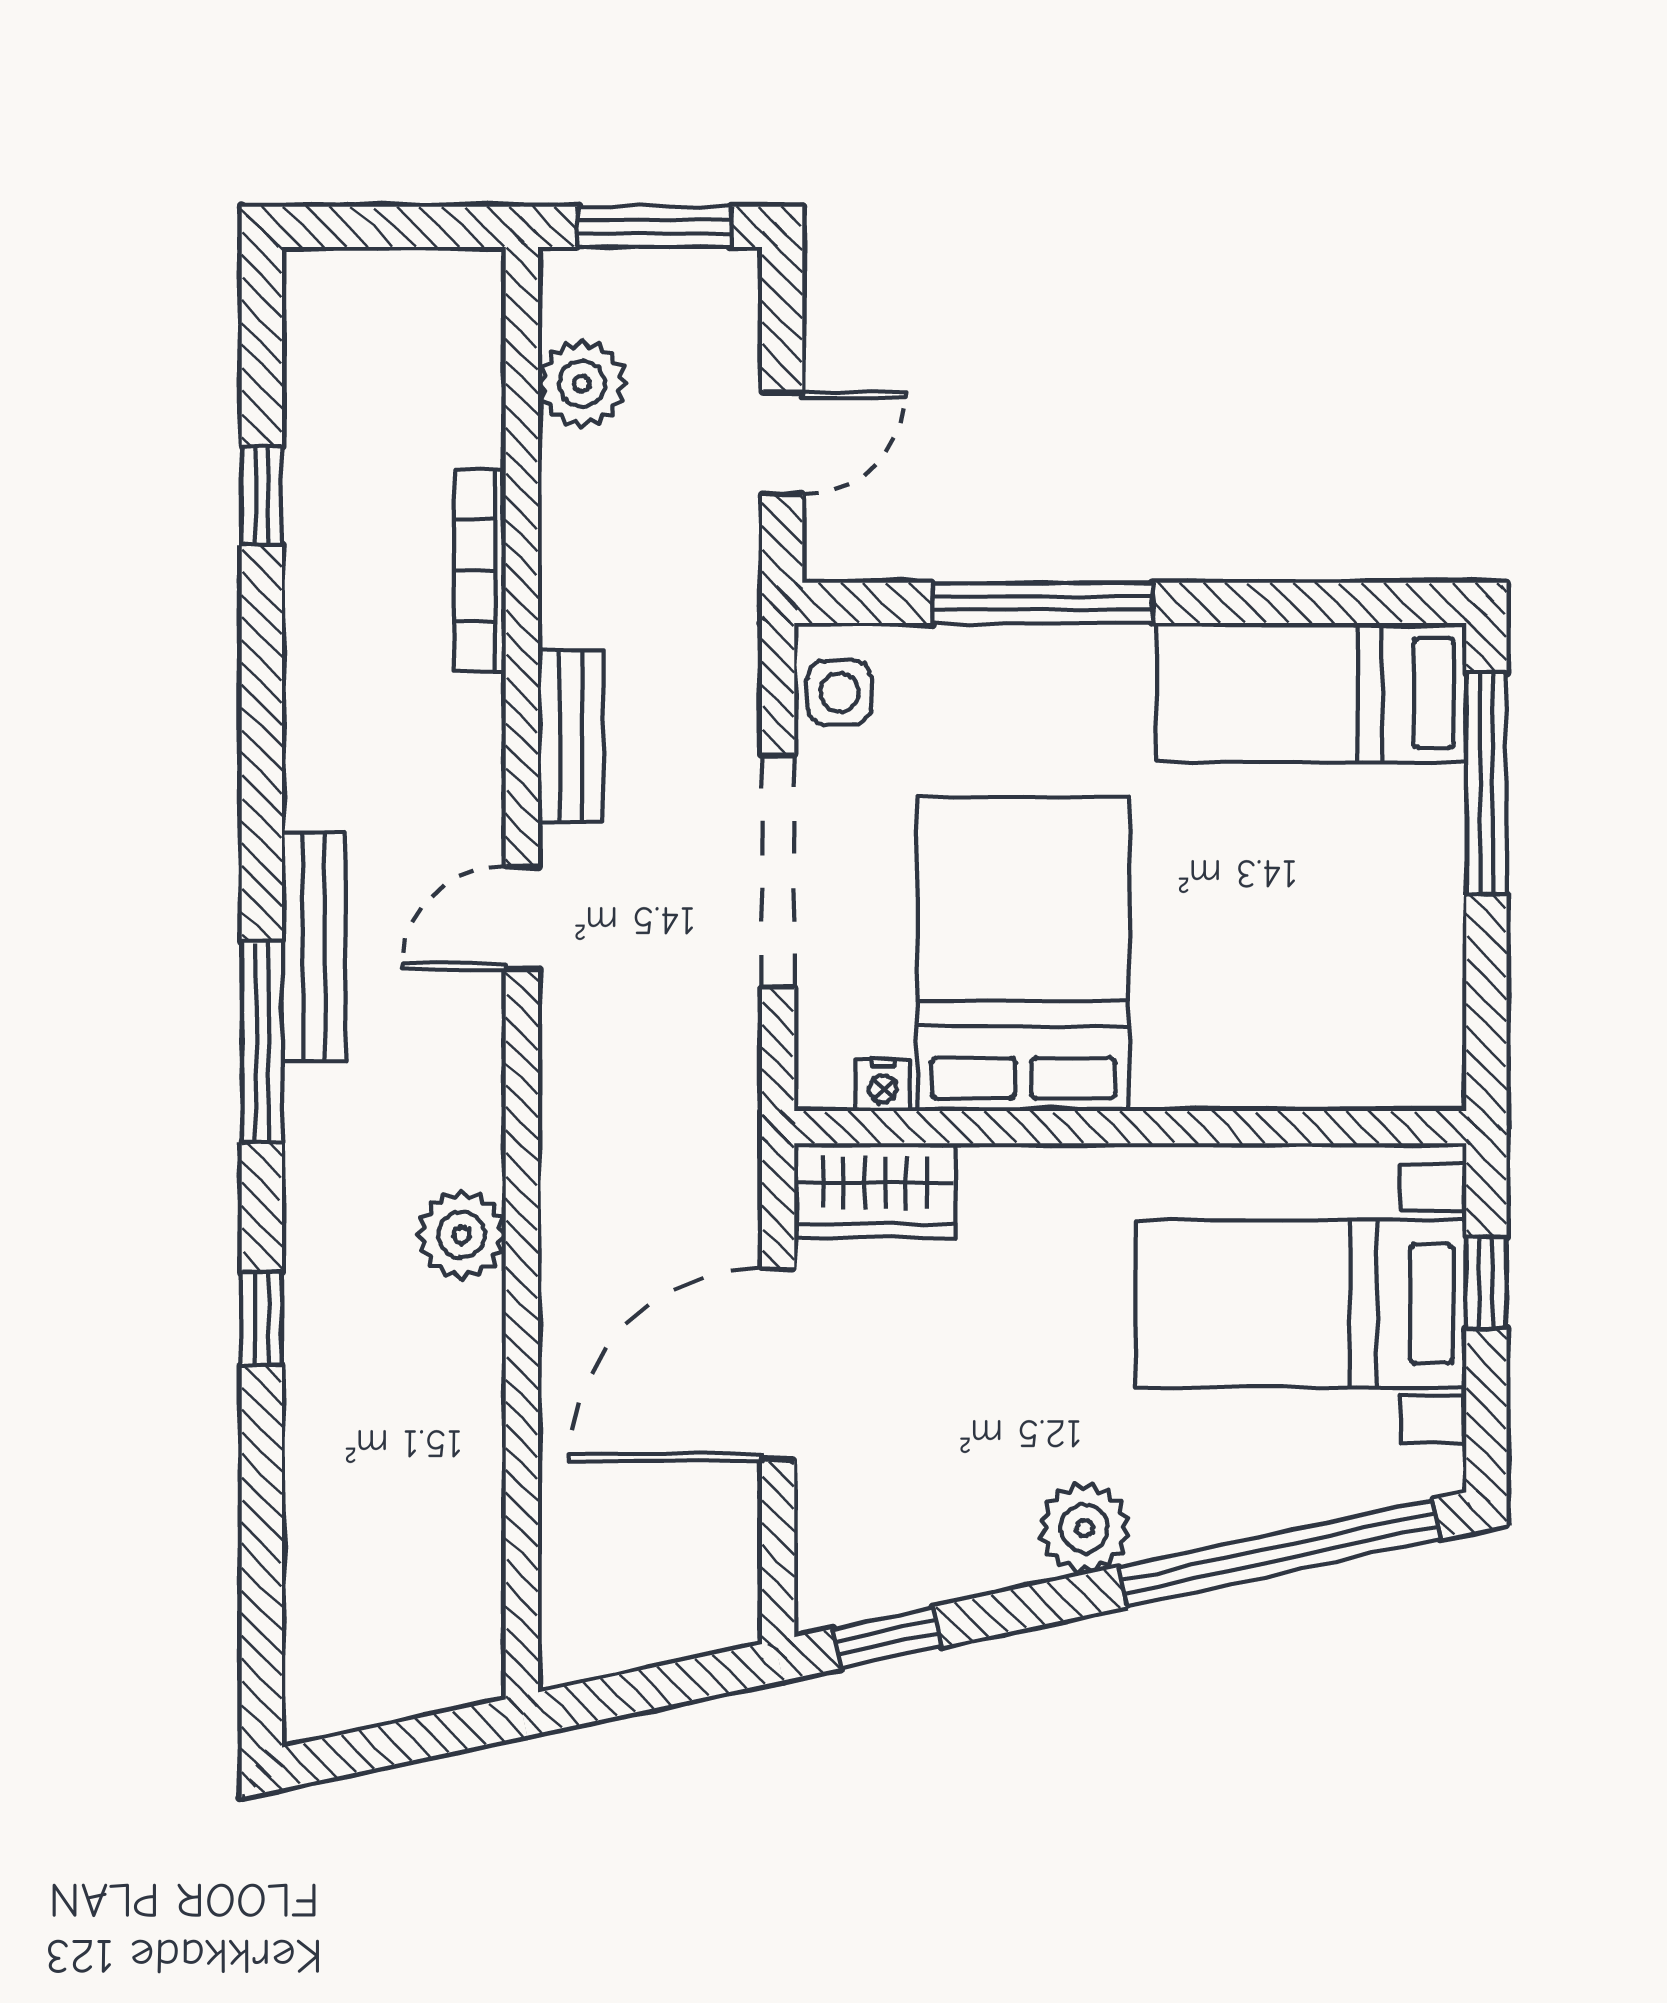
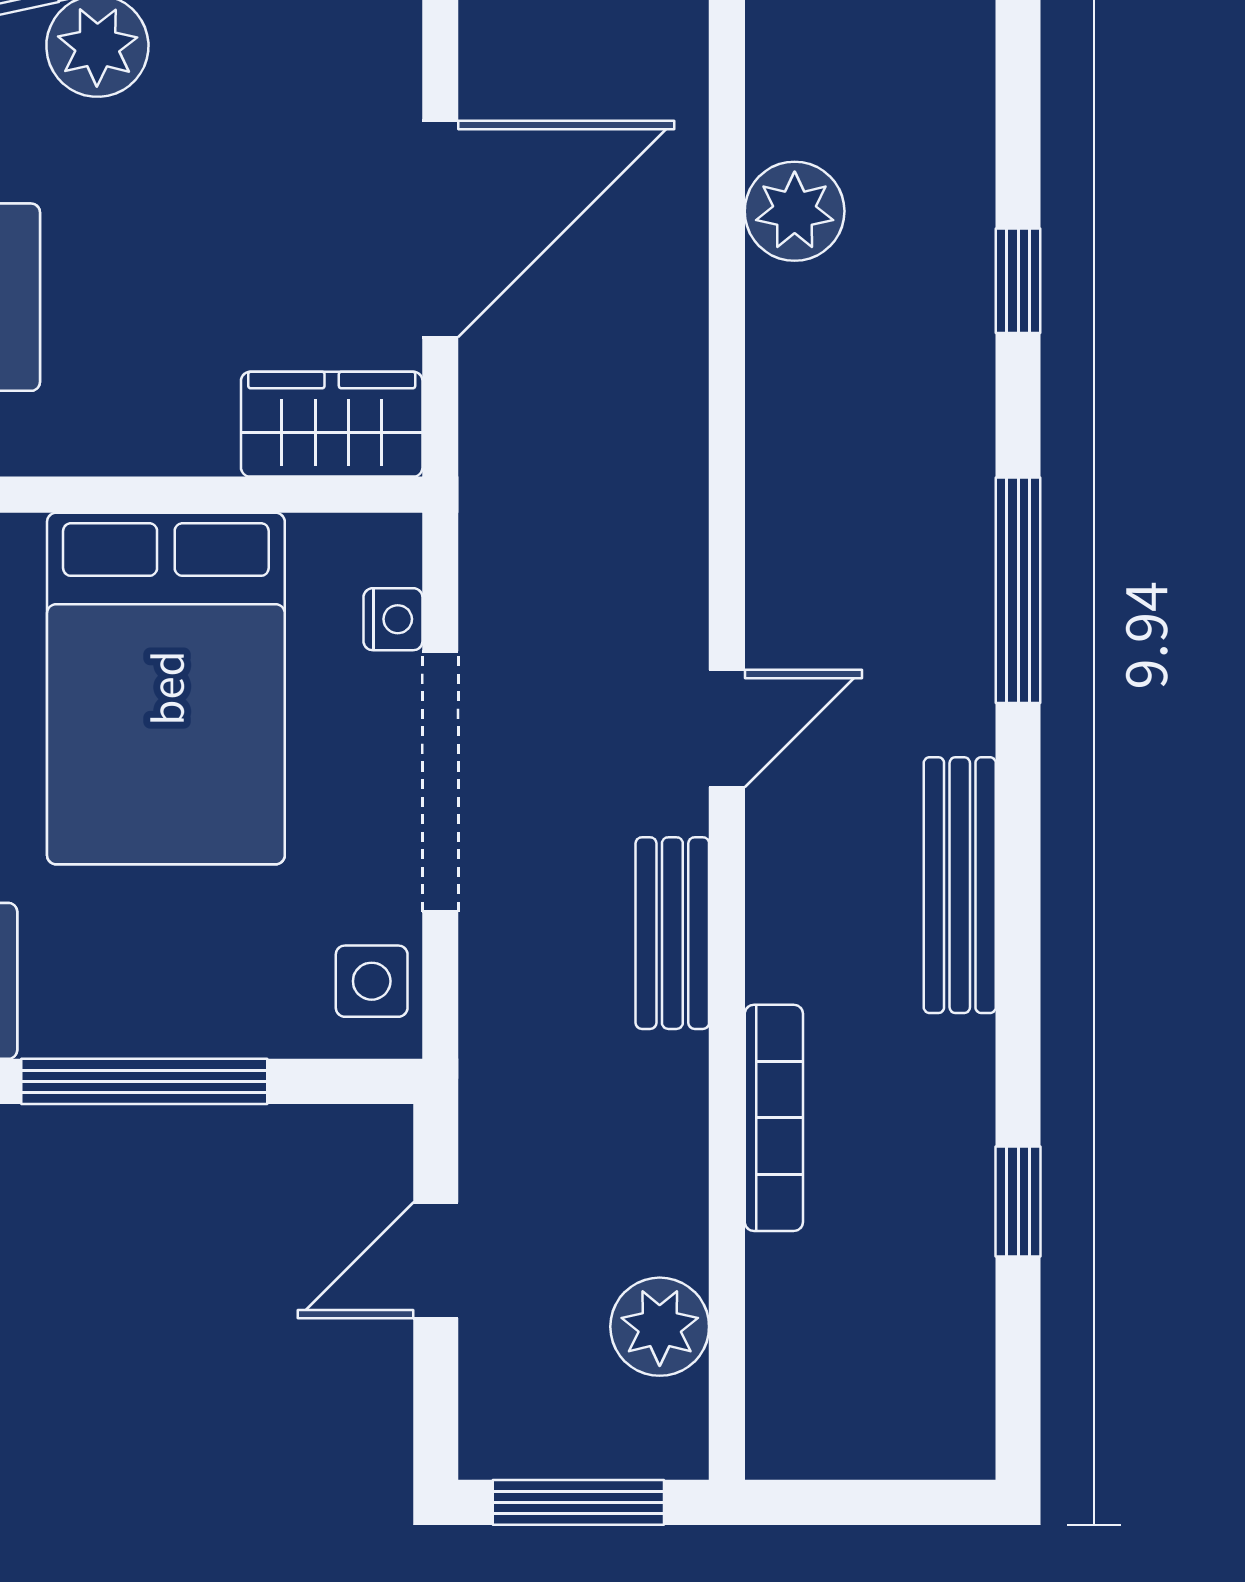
bench: (314, 947) -> (960, 885), moved
nightstand: (883, 1085) -> (393, 619), moved, turned 90
plant: (462, 1235) -> (795, 211), moved

